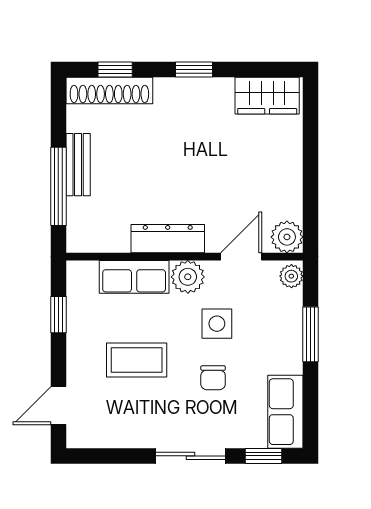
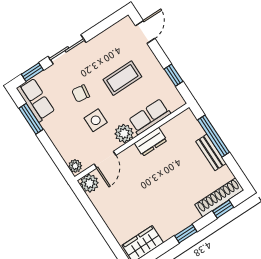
dresser: (168, 239) -> (151, 142), width x0.70
window: (311, 334) -> (31, 119), moved
chair: (213, 378) -> (81, 93), turned -82

